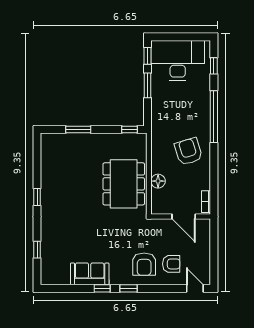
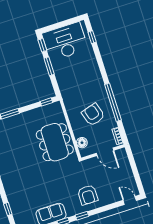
window: (214, 117) -> (113, 102), moved
armchair: (188, 151) -> (93, 115), moved
floor lamp: (158, 181) -> (82, 143), moved
armchair: (171, 264) -> (107, 188), removed

